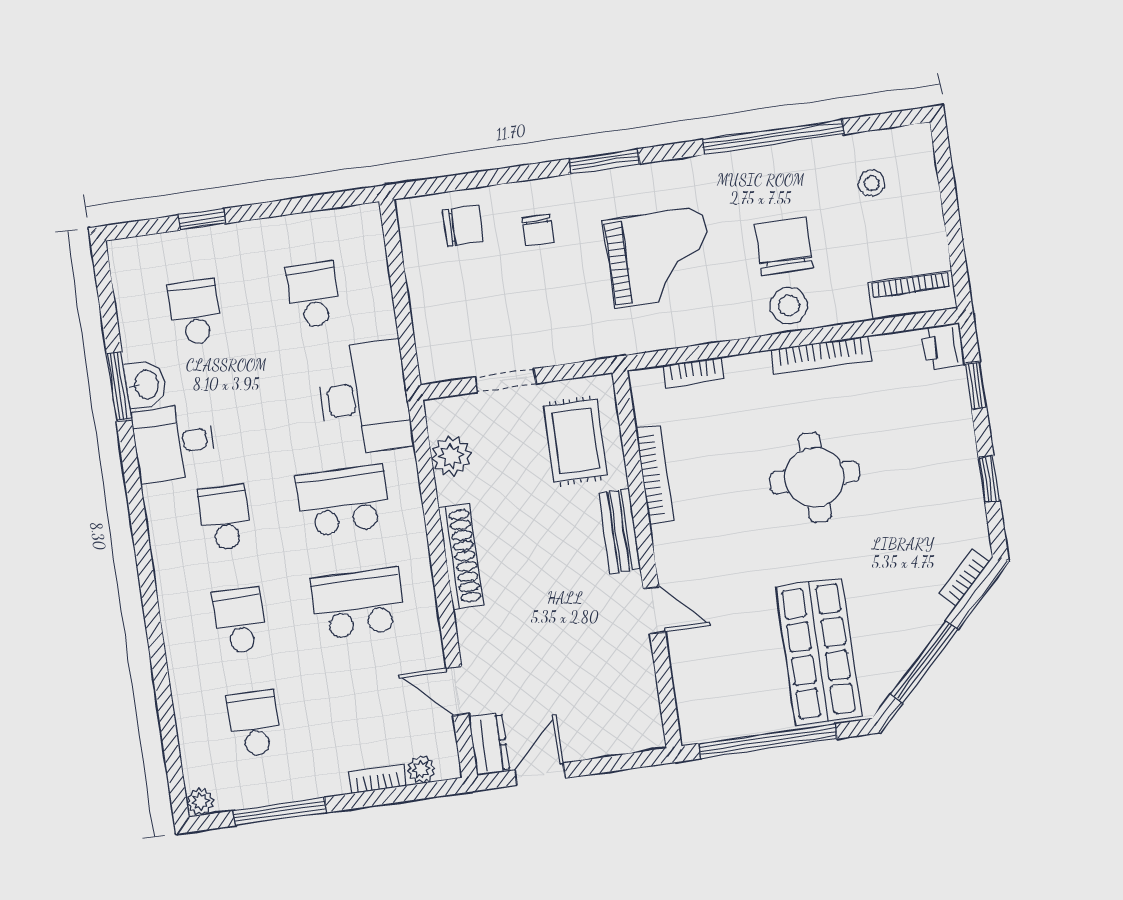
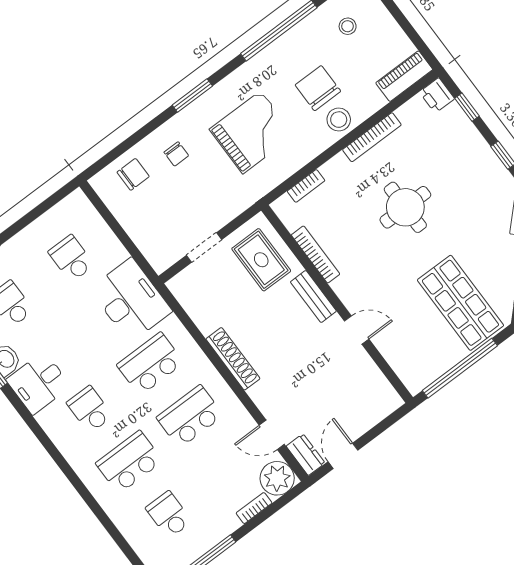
plant: (451, 456) -> (197, 306), removed
school desk: (239, 621) -> (129, 462), width x1.85
plant: (421, 769) -> (277, 478), width x1.88, depth x1.88

